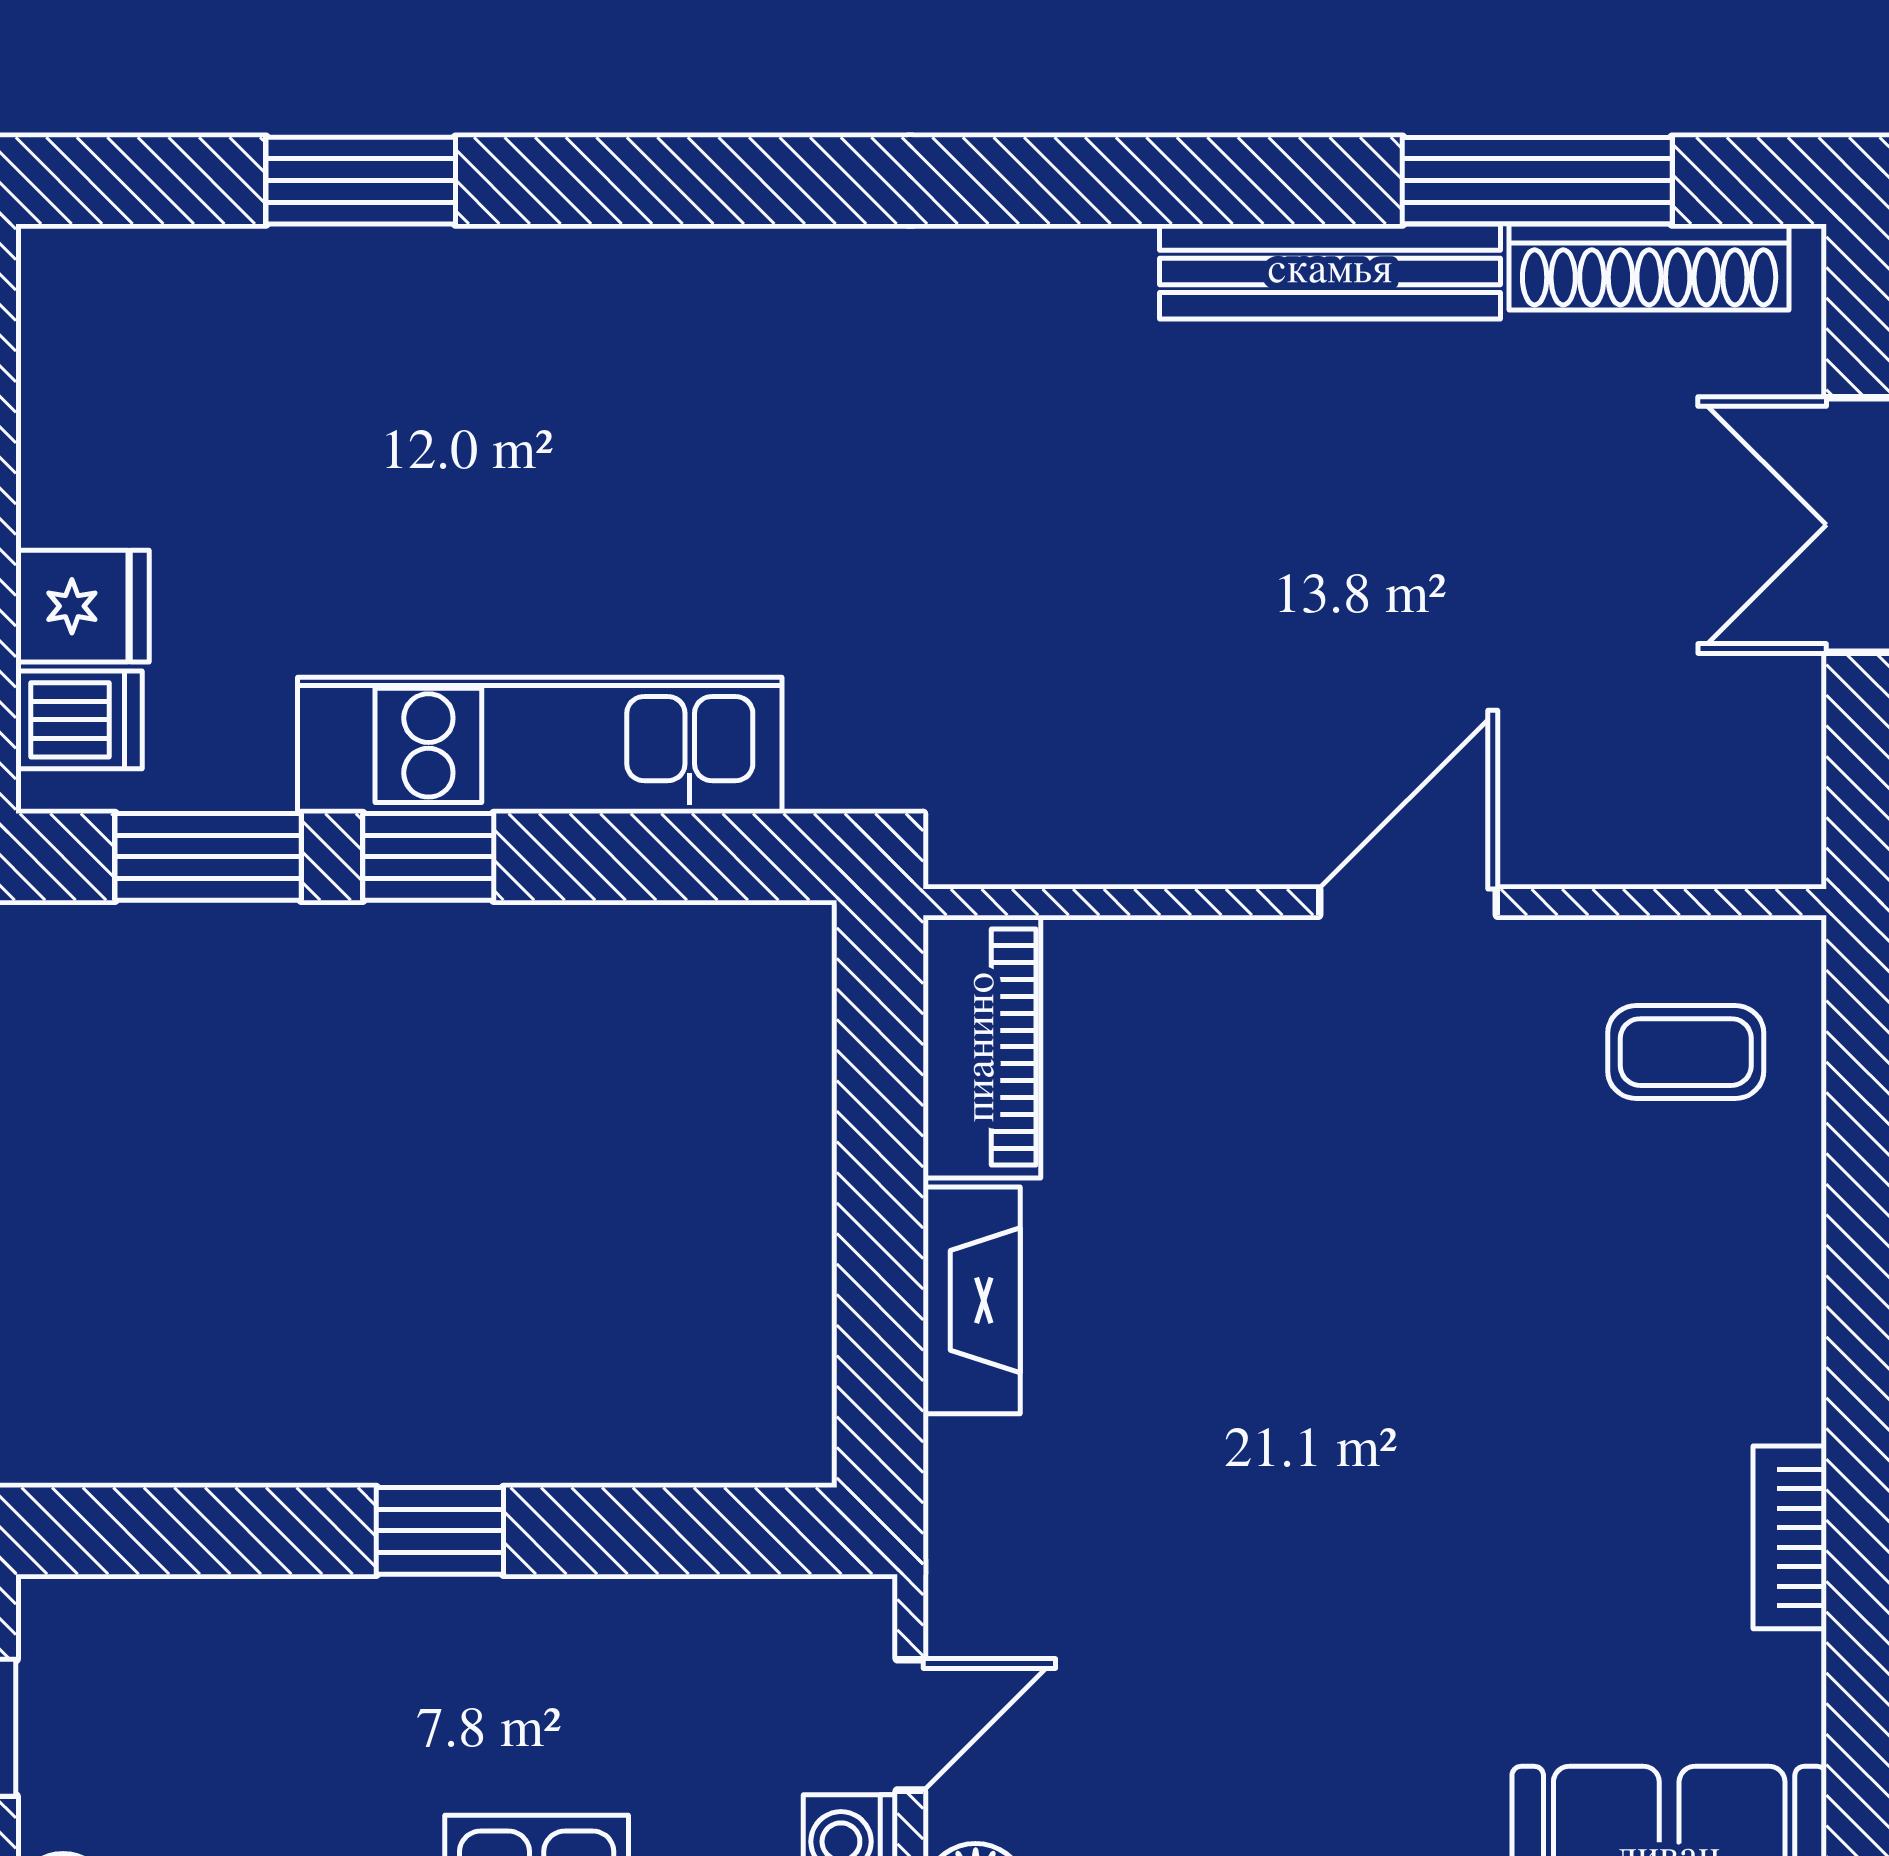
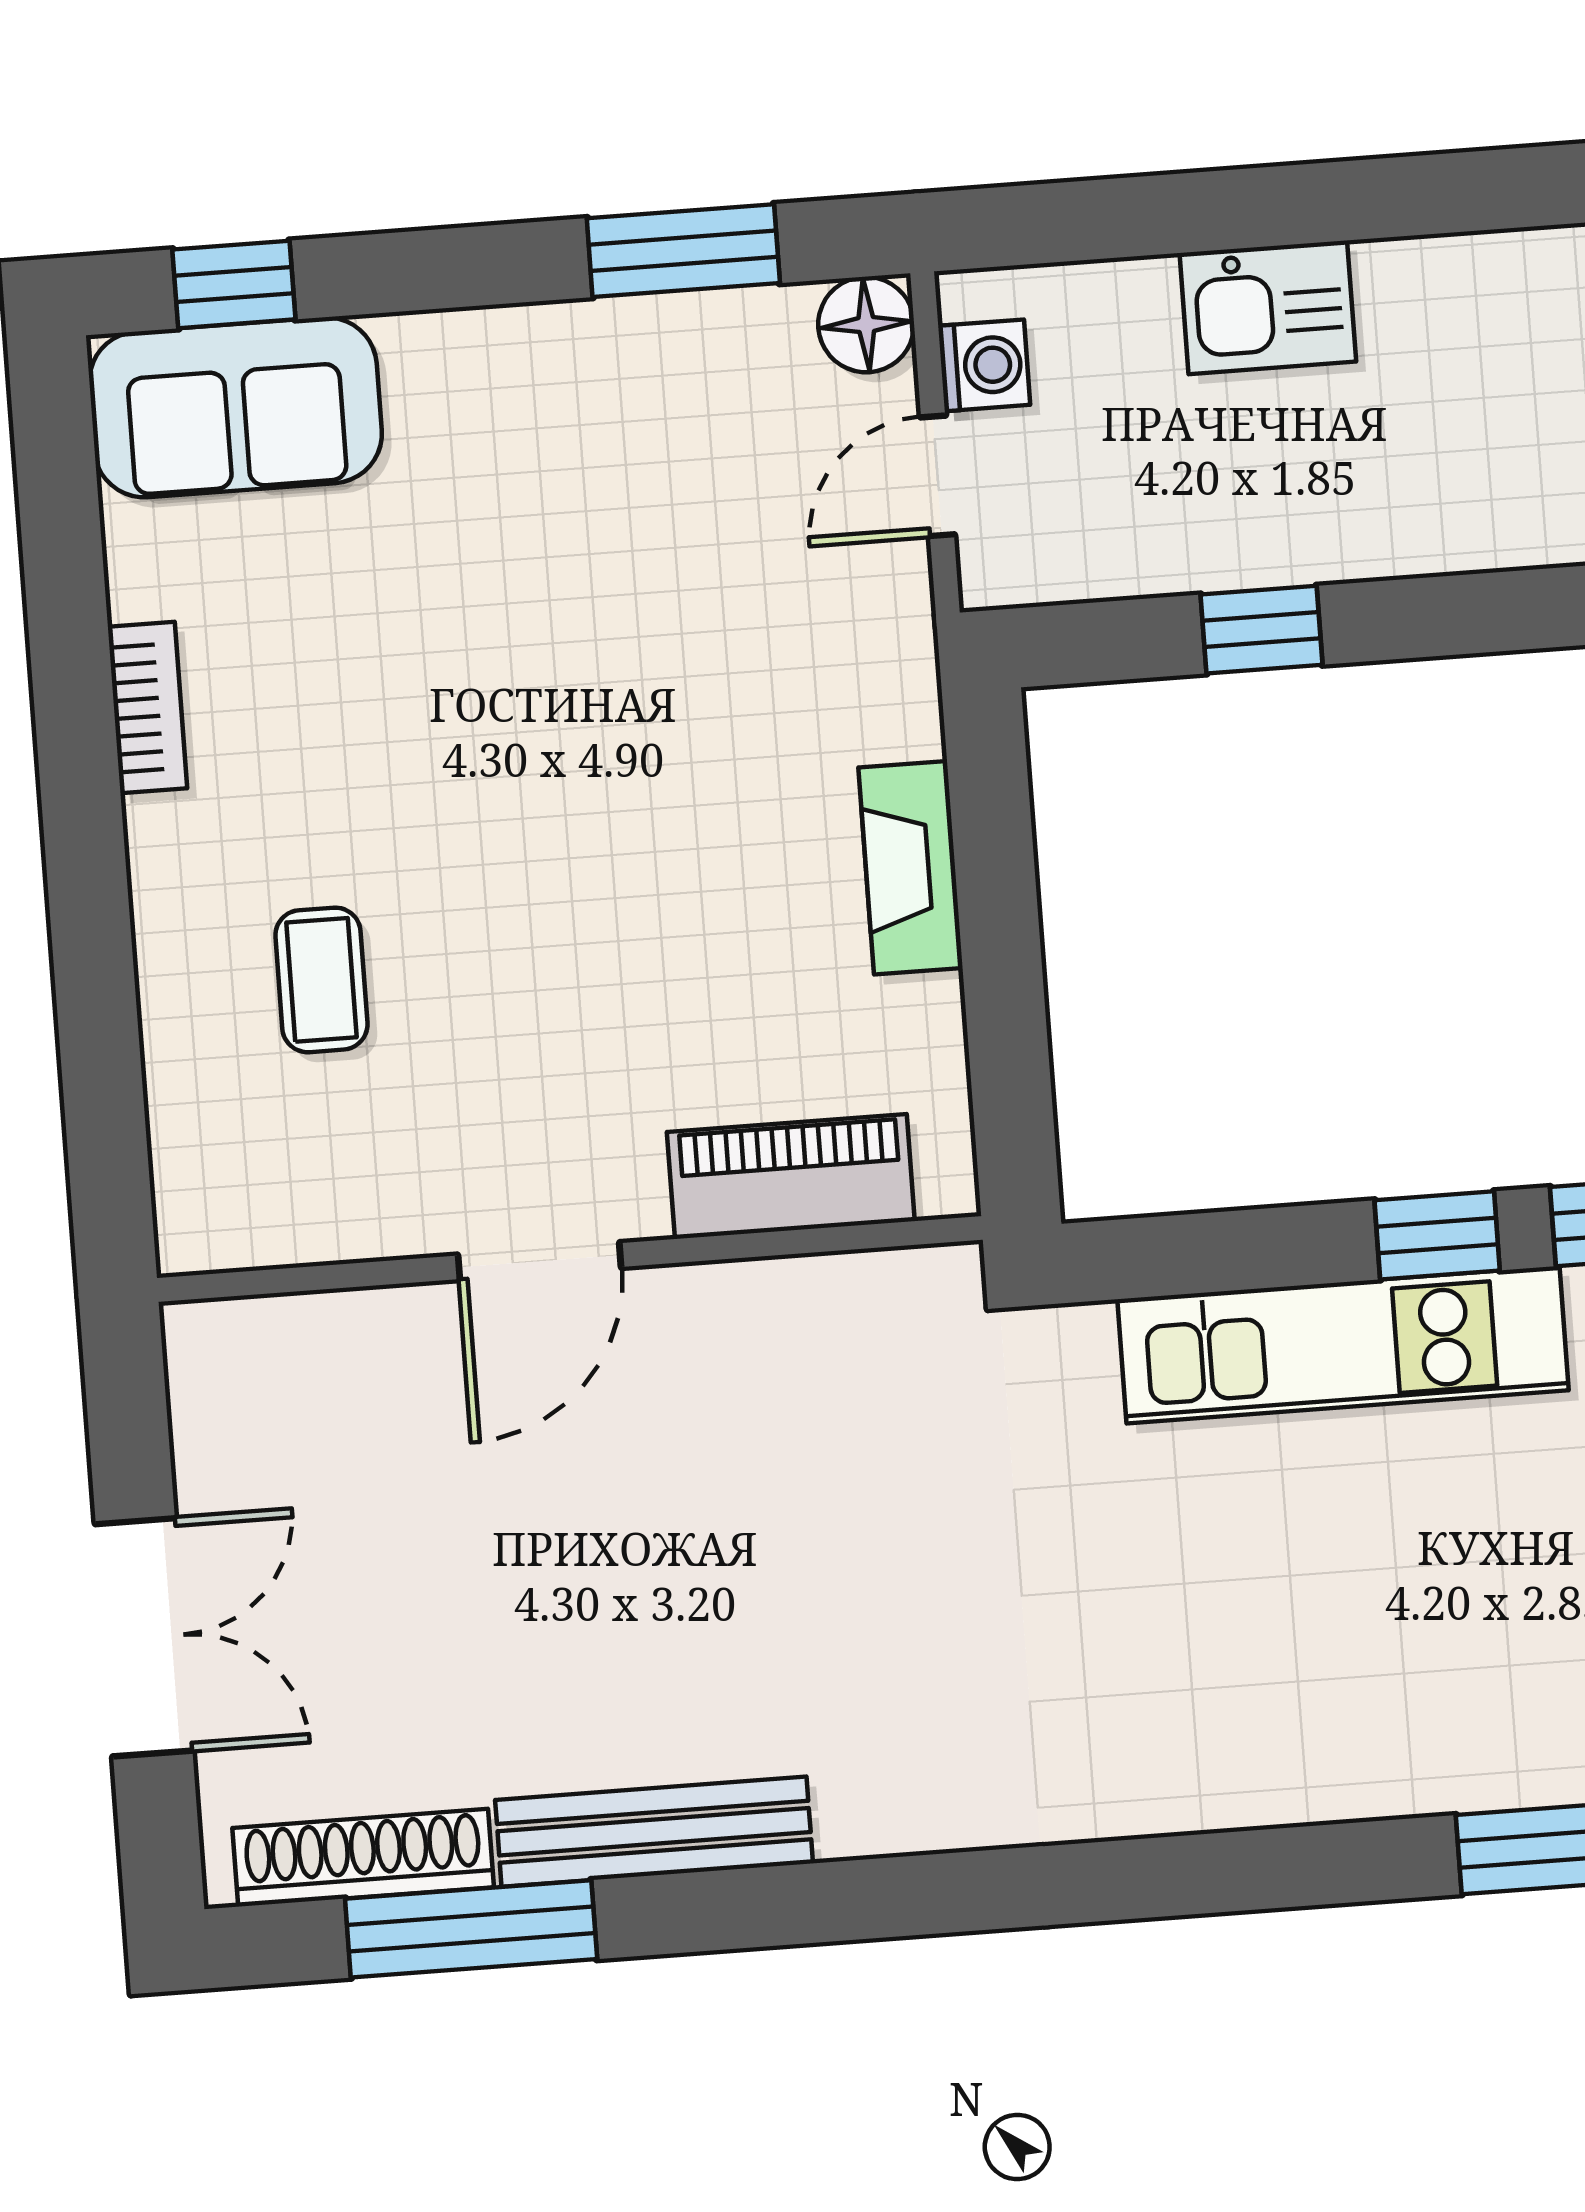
piano: (982, 1047) -> (791, 1177), moved, turned 90
coffee table: (1686, 1052) -> (321, 980), moved, turned 90
window: (440, 1531) -> (1262, 630), moved

